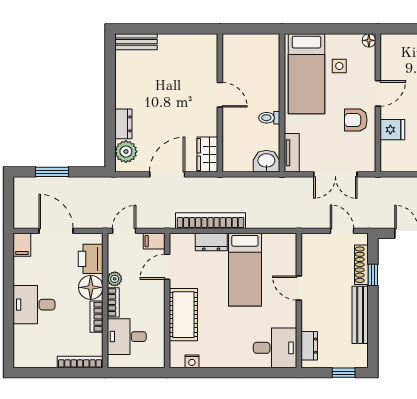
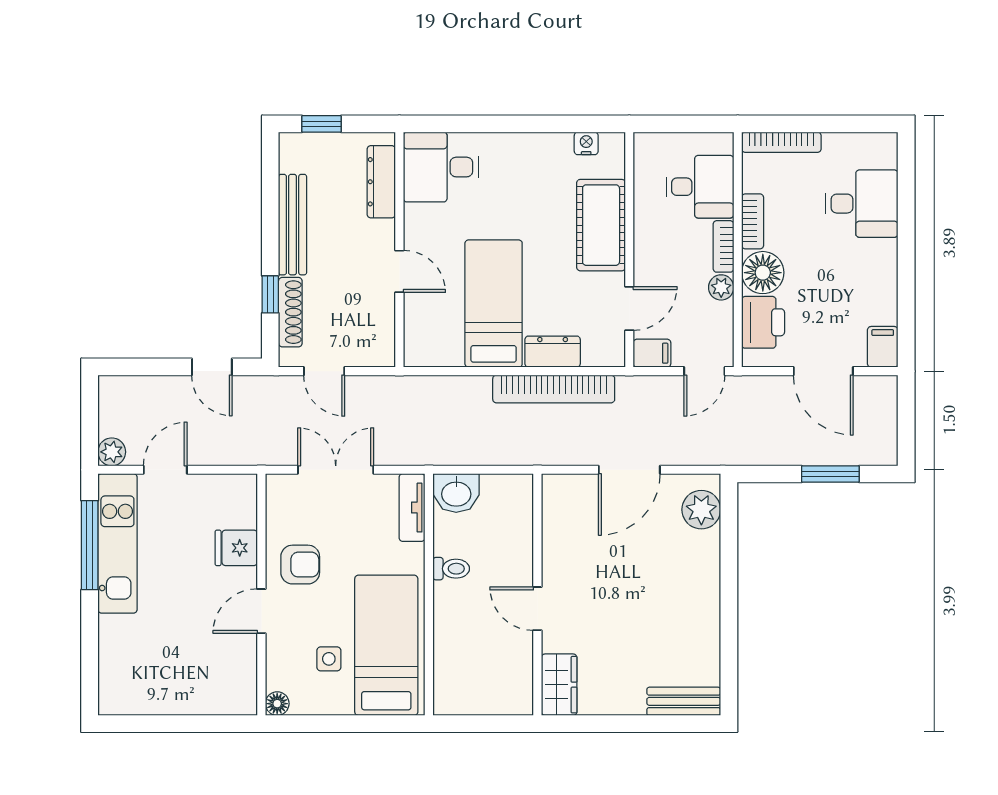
dresser: (123, 124) -> (706, 558), removed
wardrobe: (207, 155) -> (559, 685), moved
desk: (34, 305) -> (862, 204), moved
dresser: (309, 346) -> (381, 182), width x1.44

